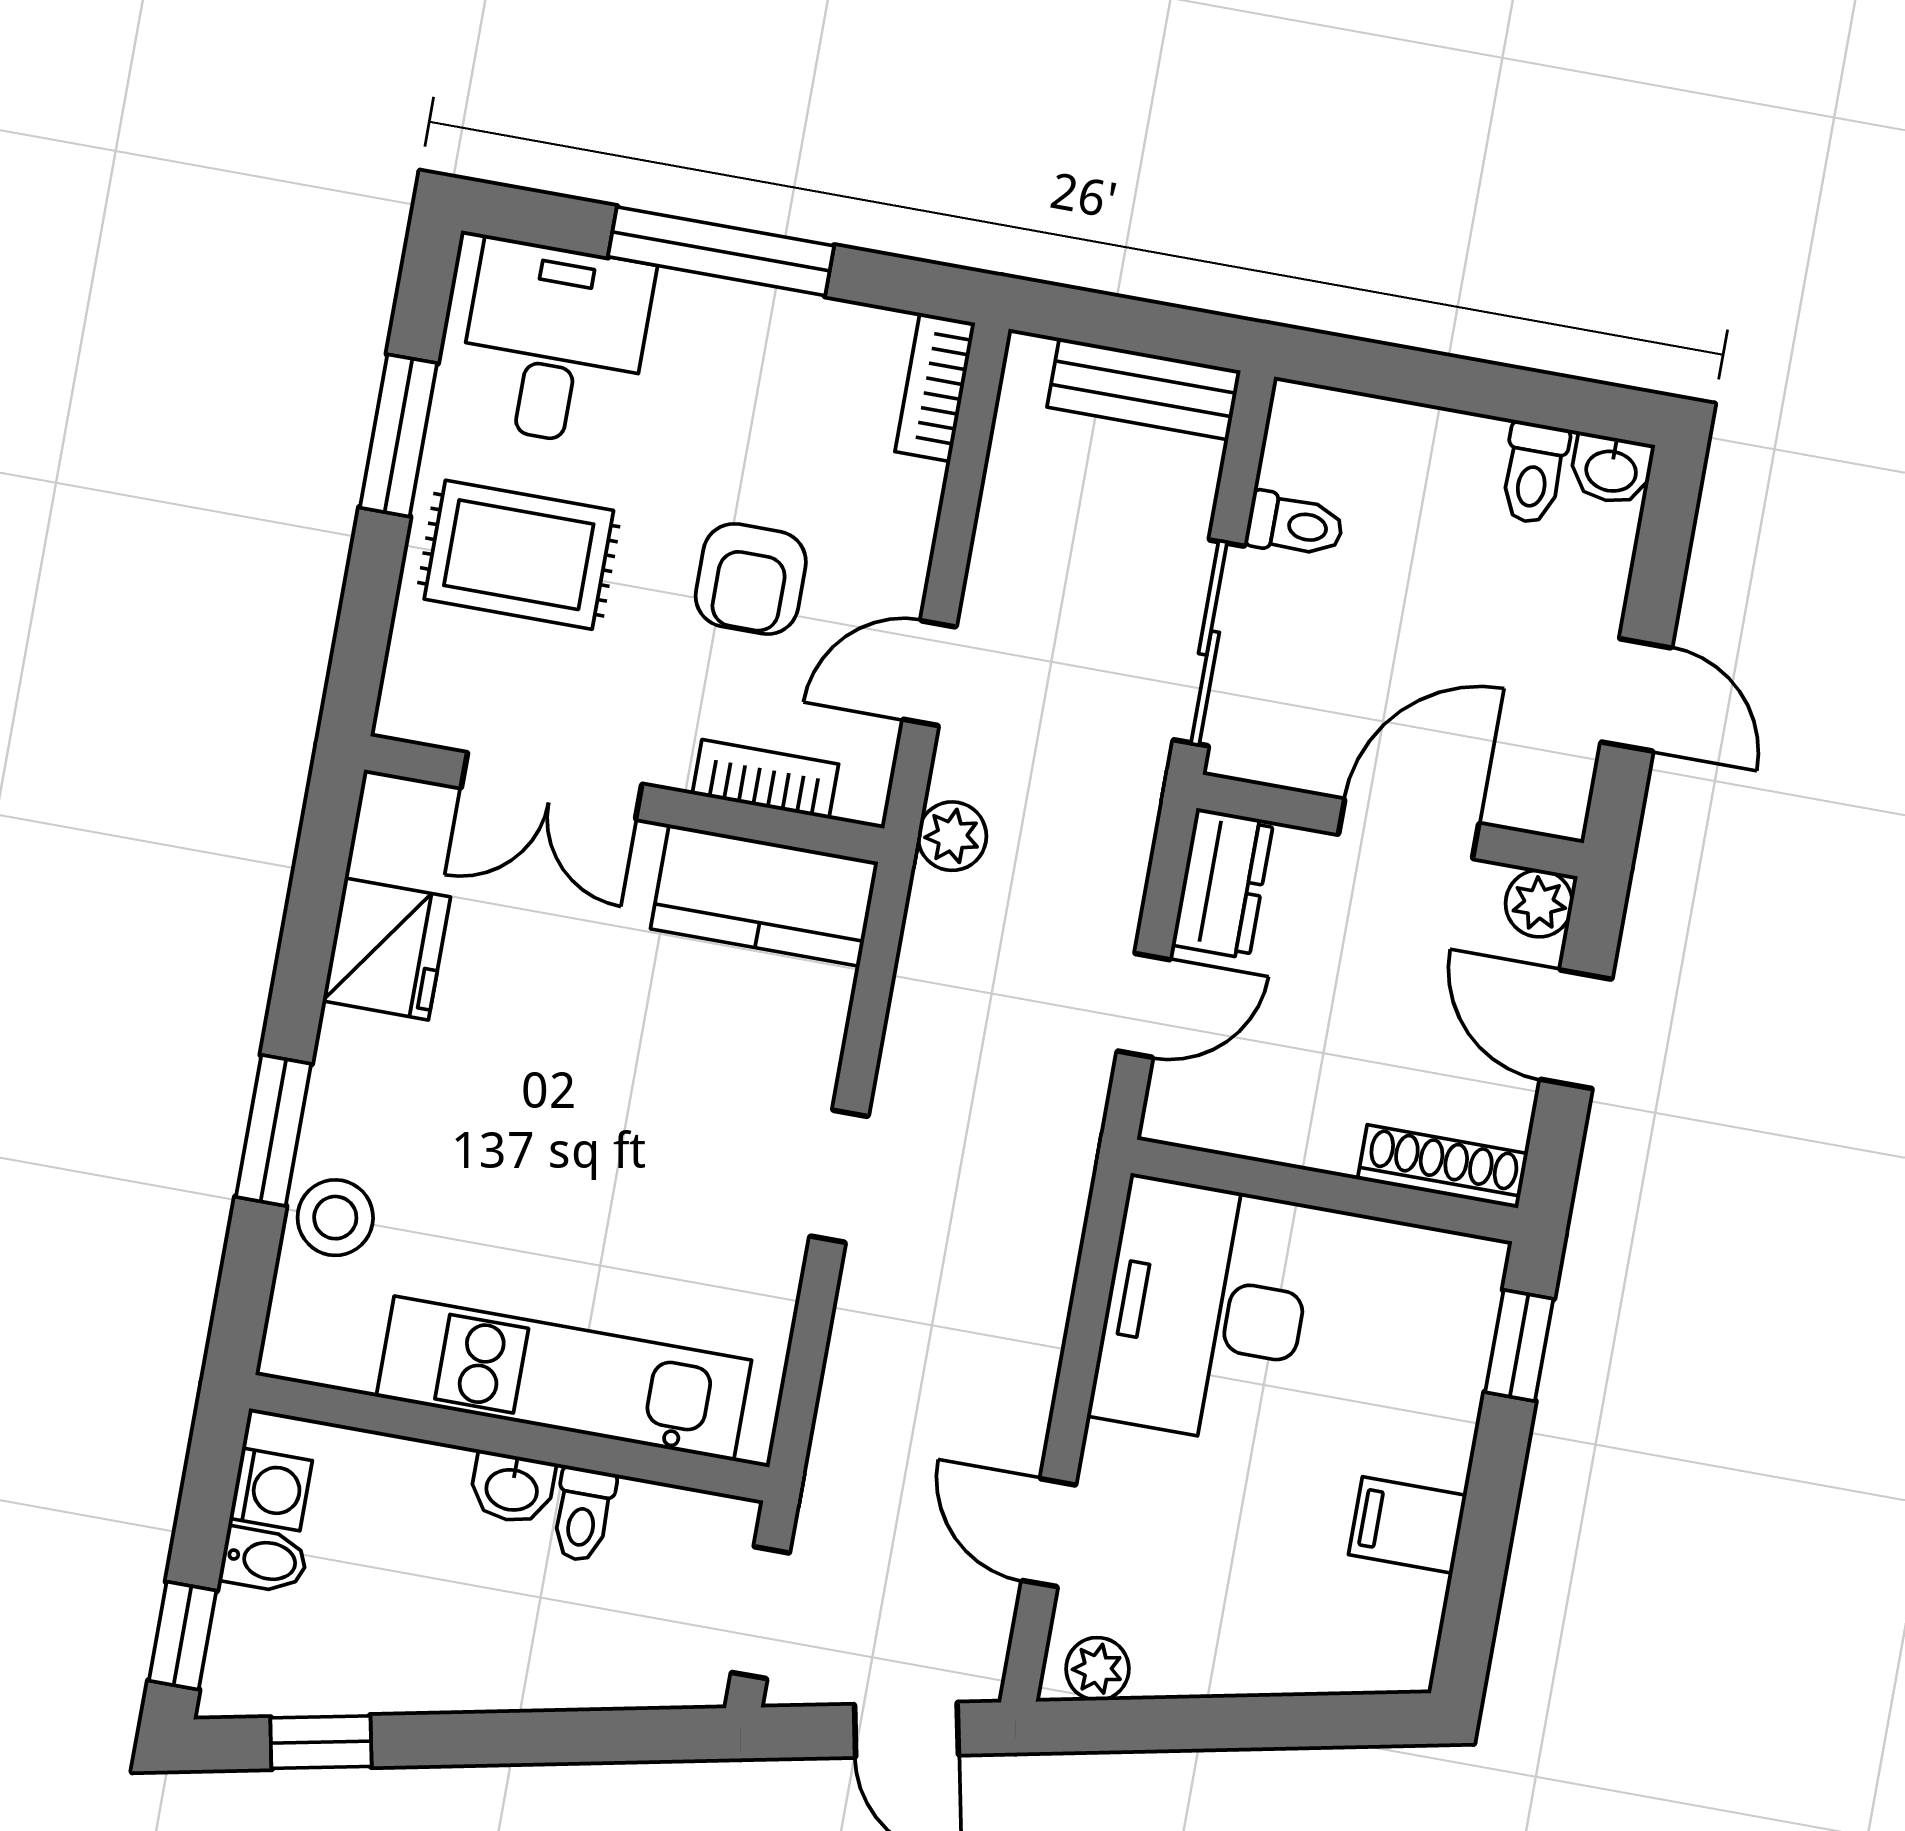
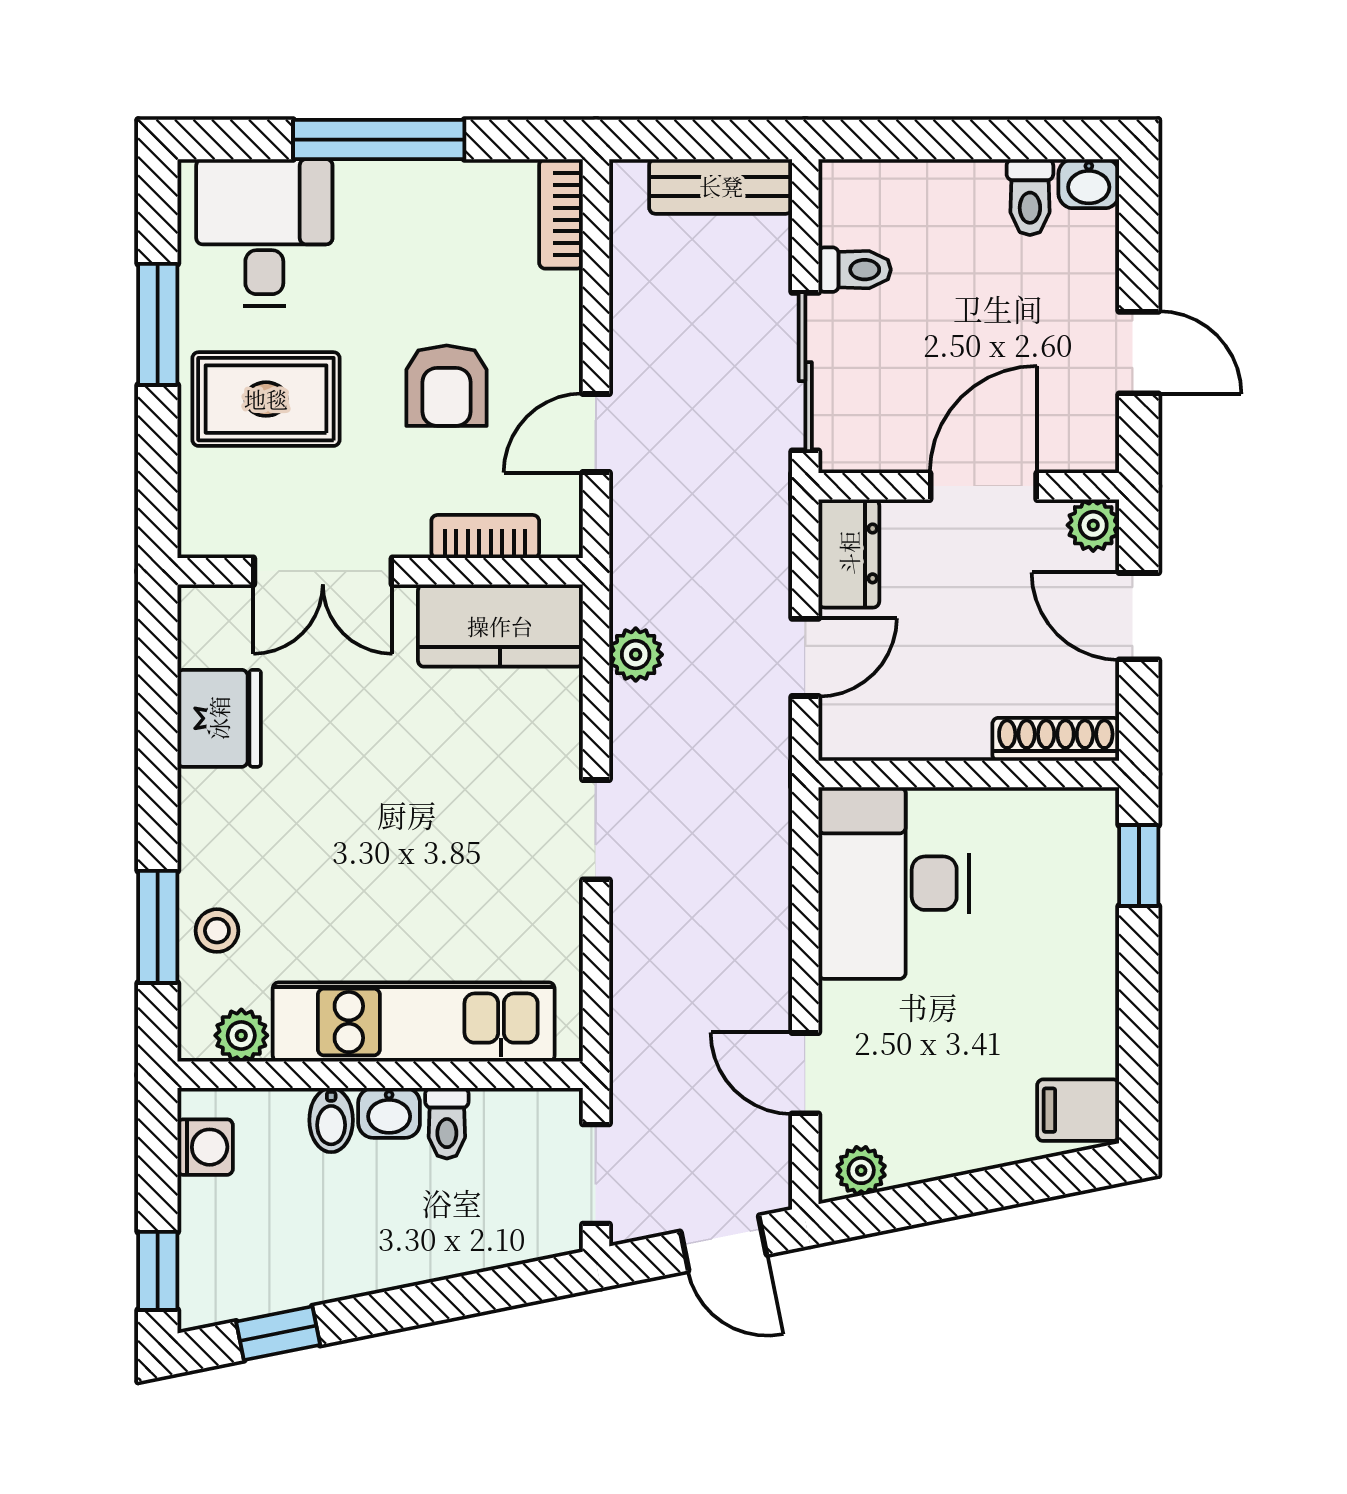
plant: (952, 836) -> (636, 655), moved
window: (273, 1130) -> (158, 927), moved
stool: (335, 1218) -> (217, 931), width x0.73, depth x0.73
plant: (342, 1356) -> (241, 1035), added
filing cabinet: (1407, 1525) -> (1078, 1110), moved
bidet: (264, 1560) -> (331, 1120), moved, turned 90

